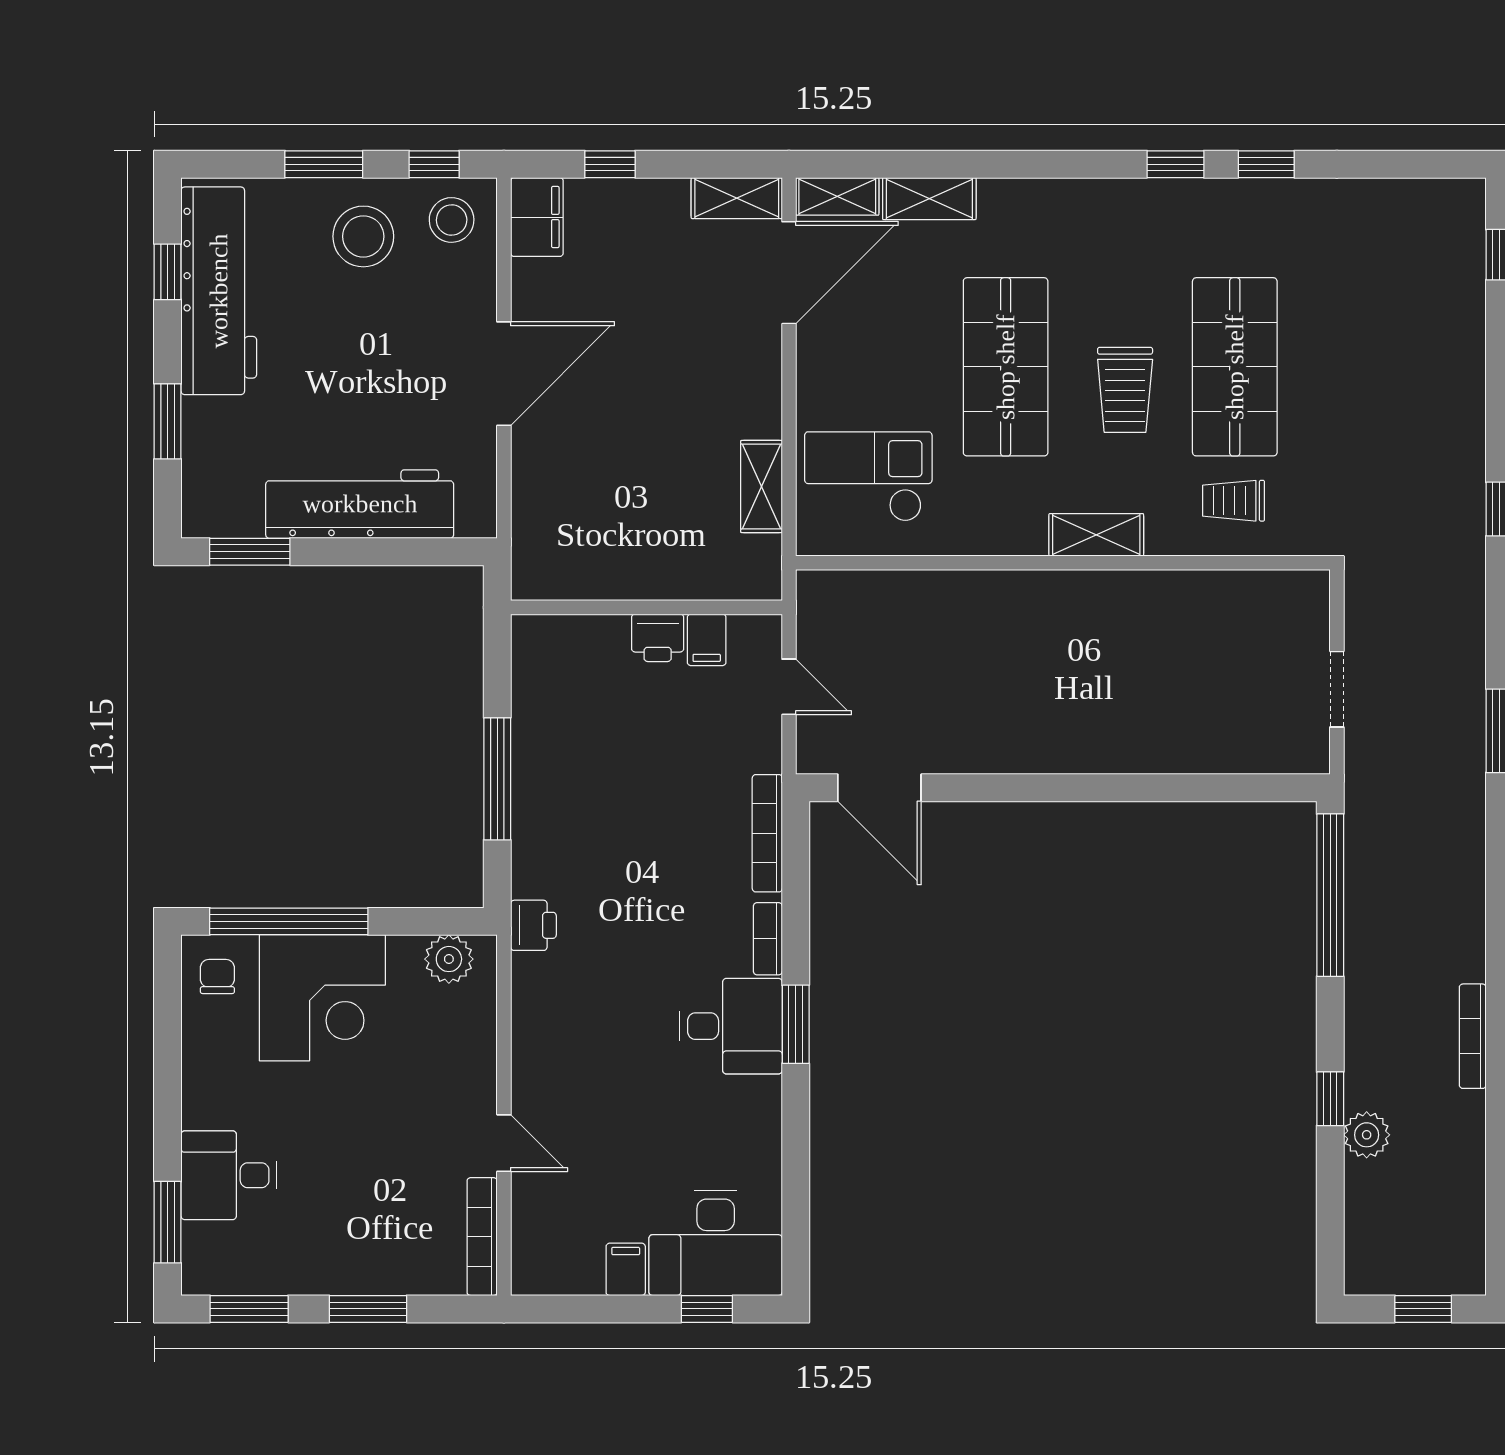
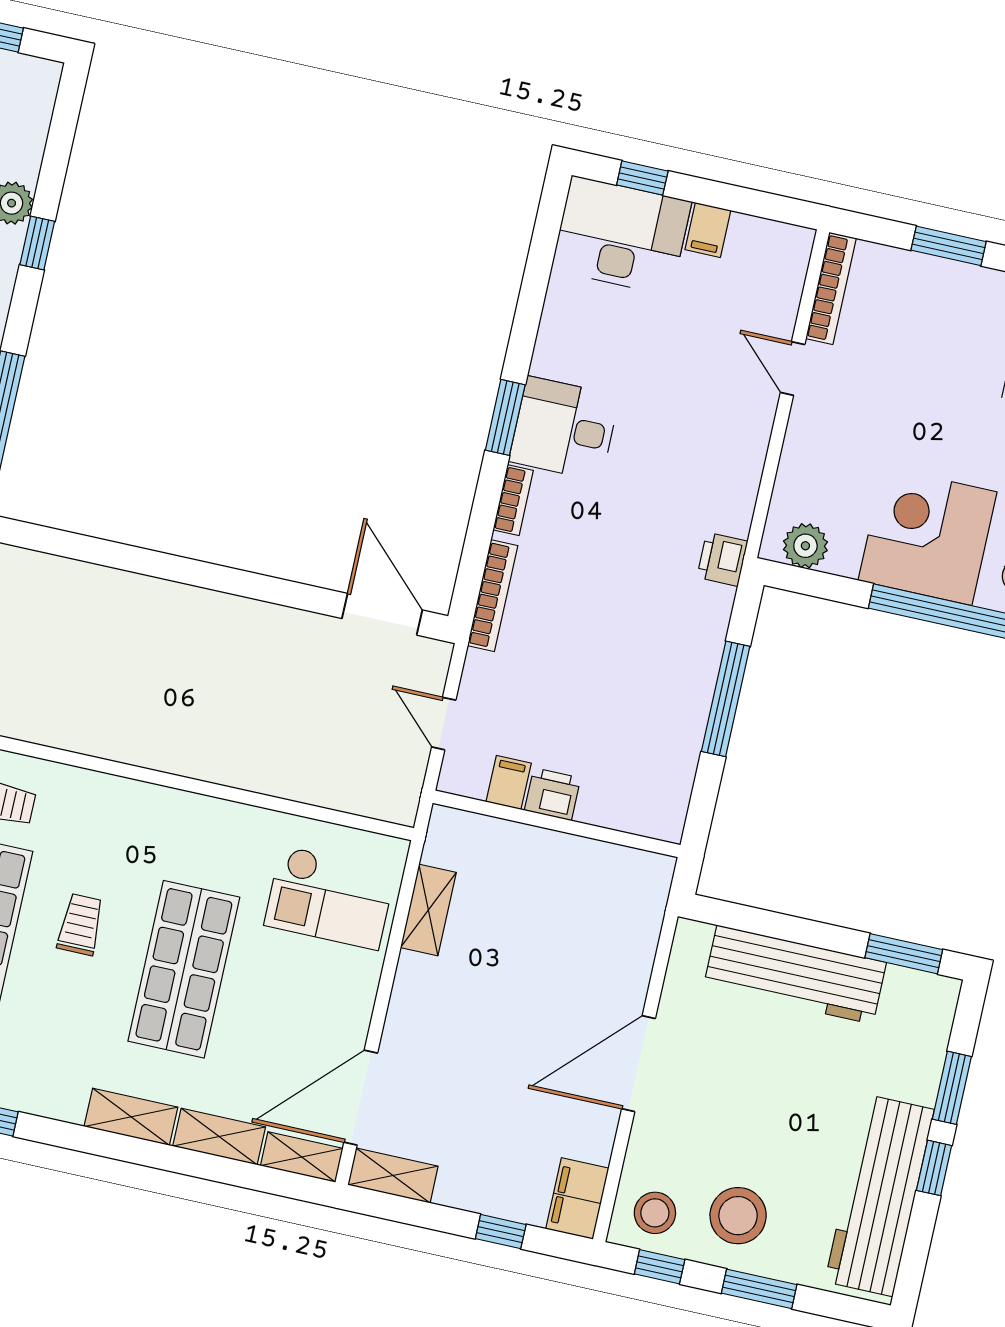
window: (168, 272) -> (934, 1168), moved
trolley: (1125, 390) -> (81, 925), width x0.73, depth x0.72
shelving: (1096, 535) -> (131, 1117), moved

